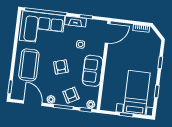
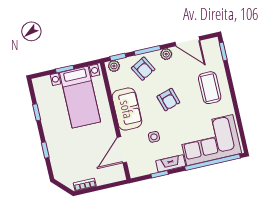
door: (108, 33) -> (122, 150), moved
coffee table: (29, 65) -> (210, 88), width x0.73, depth x0.76
bed with nightstands: (137, 93) -> (80, 97), moved

